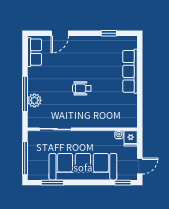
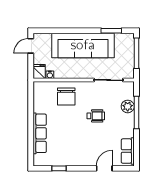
wheelchair: (82, 88) -> (96, 116), moved
chair: (101, 111) -> (66, 97), added
window: (123, 183) -> (46, 31), removed

